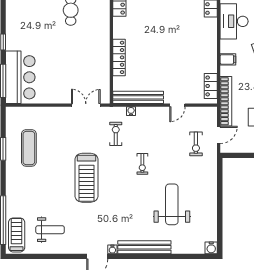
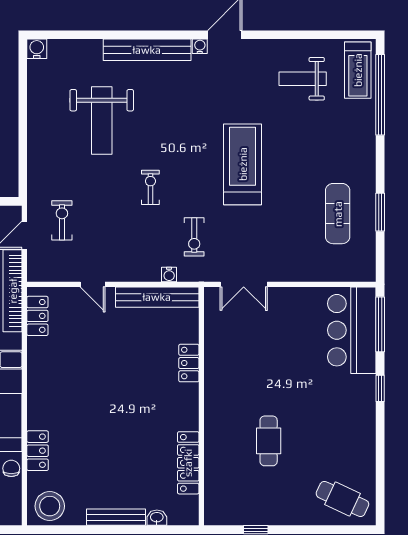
locker: (119, 57) -> (189, 363), width x0.66
door: (177, 105) -> (93, 284), swing flipped

